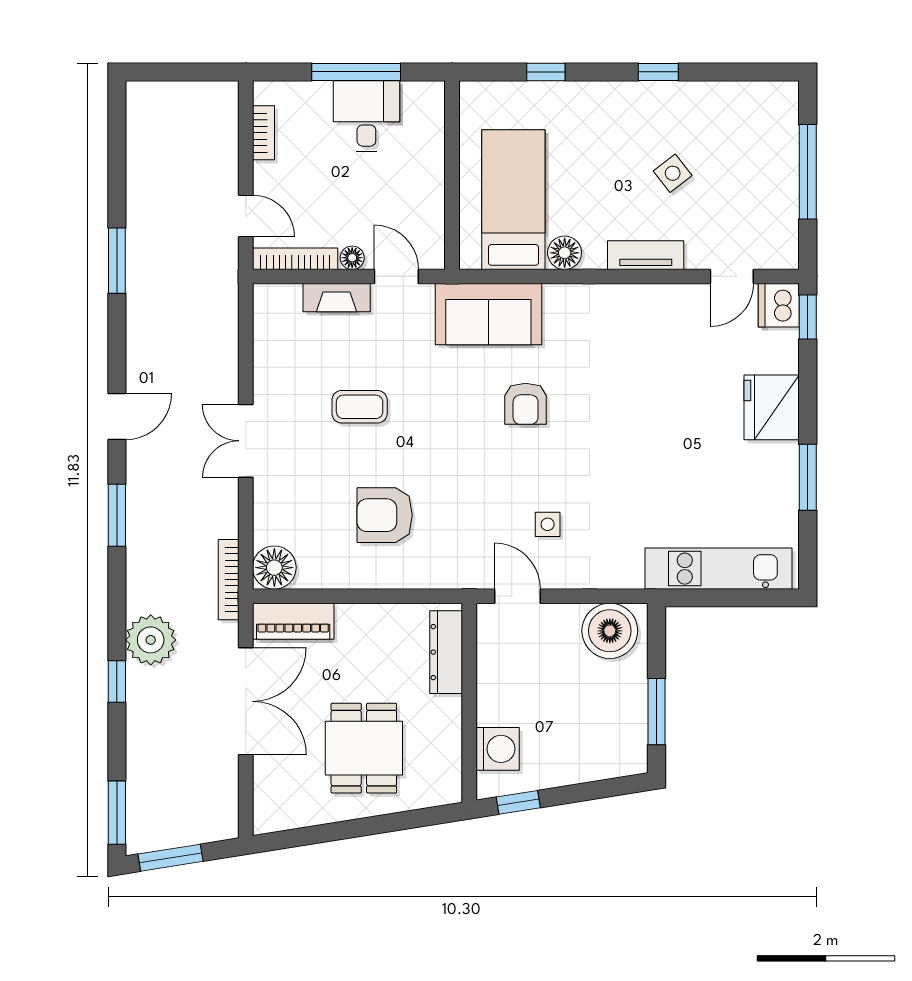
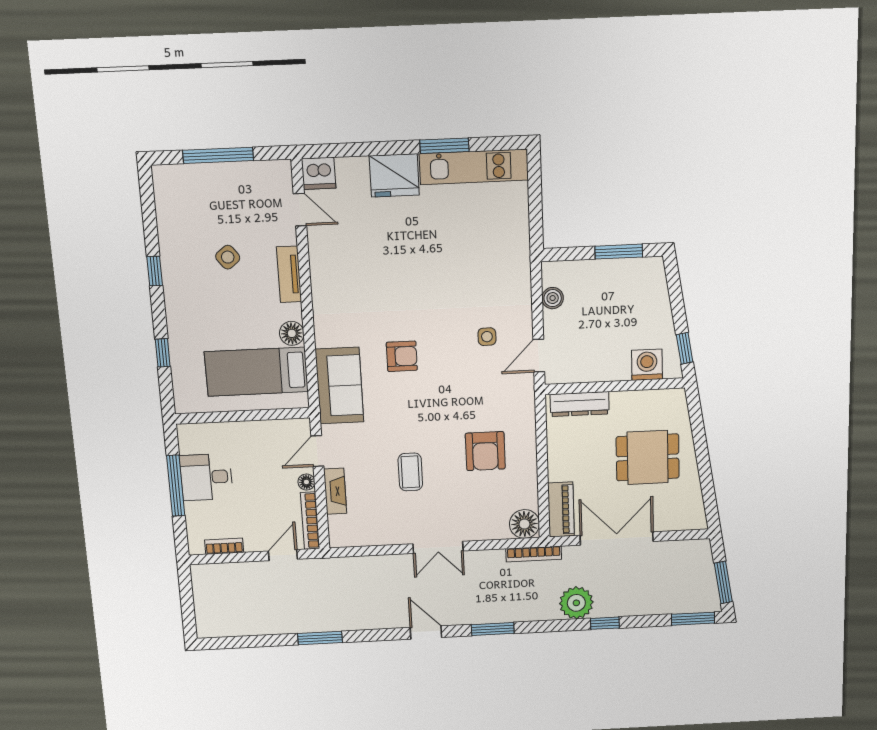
window: (808, 317) -> (326, 151), removed
kitchen unit: (719, 569) -> (474, 167), moved, turned -90
boiler: (610, 631) -> (553, 298), width x0.54, depth x0.54

